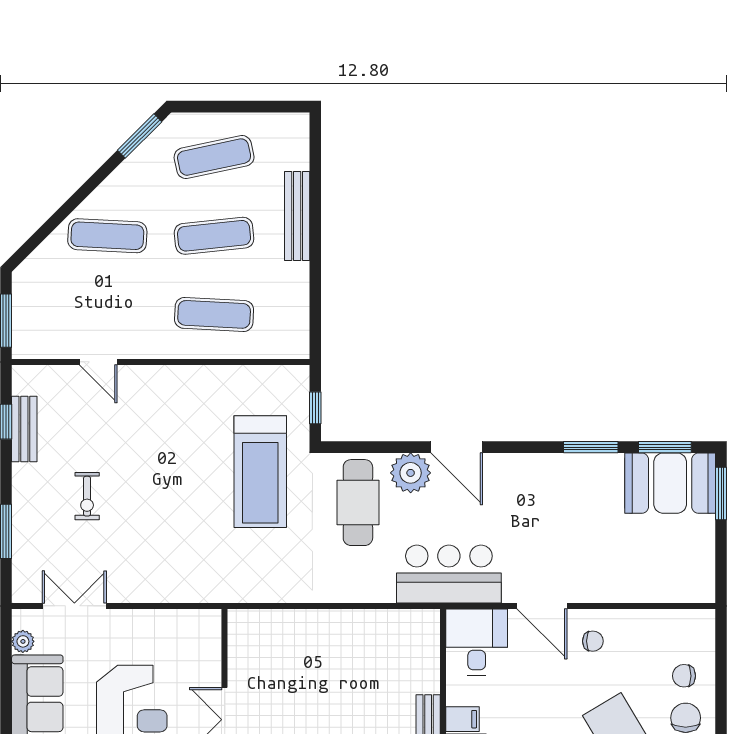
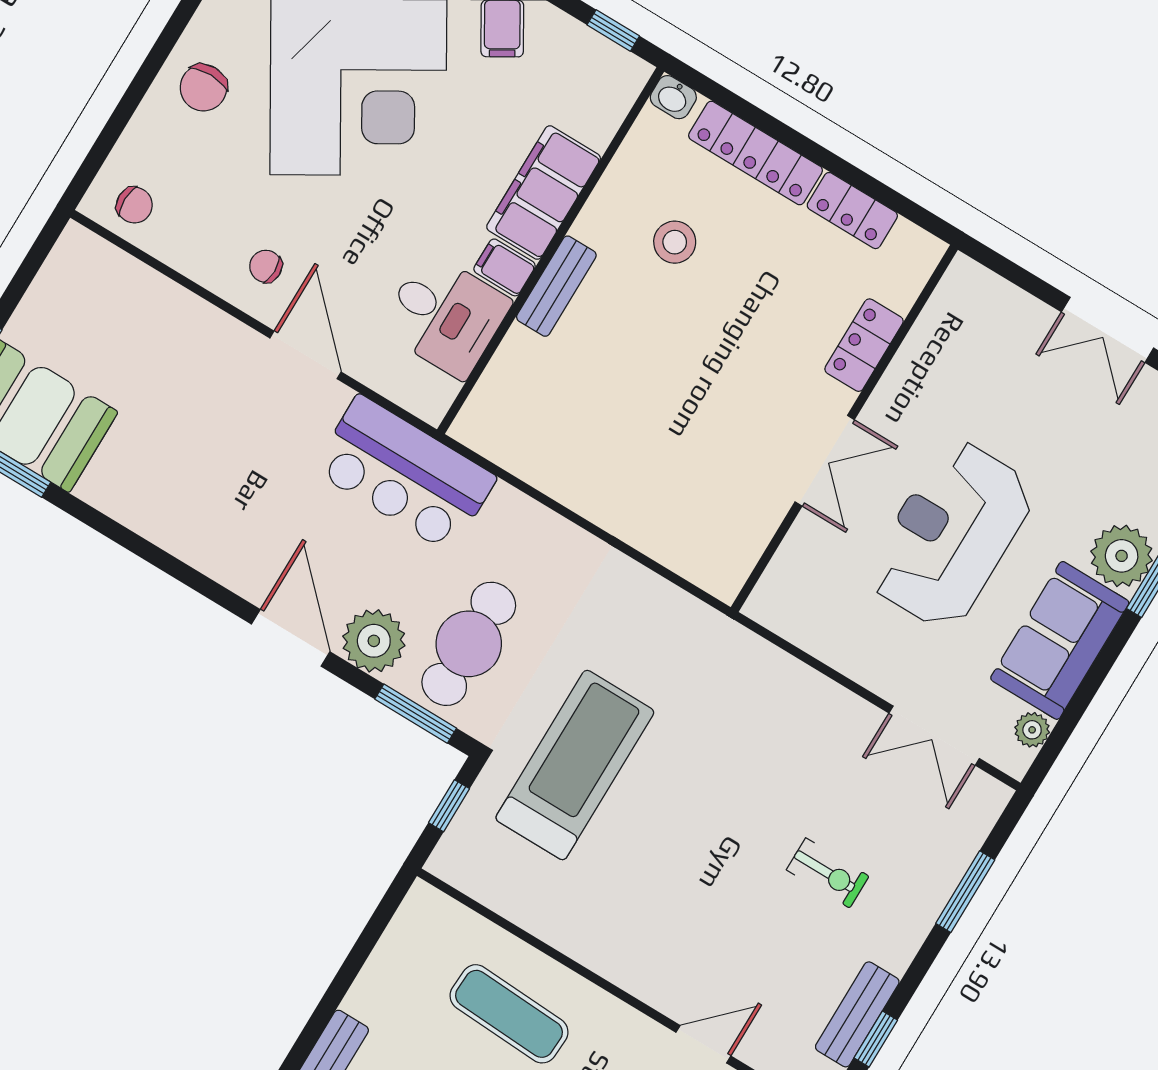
door: (98, 362) -> (703, 1044), hinge flipped
window: (591, 447) -> (416, 714), moved
exercise bike: (87, 496) -> (828, 873), turned 90
desk: (477, 642) -> (445, 315), moved, turned -90
chair: (684, 676) -> (134, 205), moved

